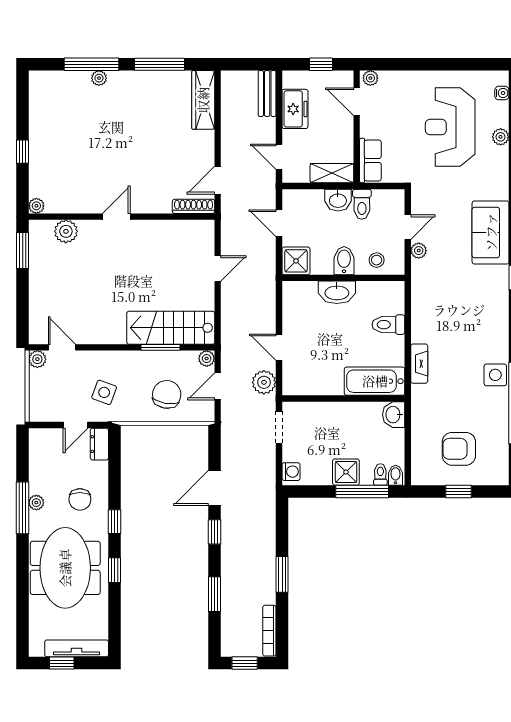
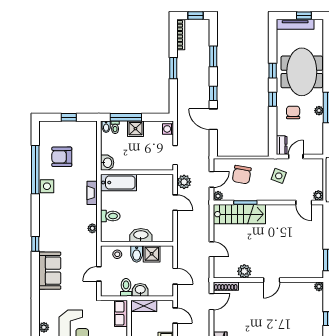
plant: (66, 231) -> (244, 271), moved
plant: (419, 251) -> (92, 228), moved
shower: (296, 261) -> (152, 254), moved
door: (218, 269) -> (211, 249), swing flipped
armchair: (459, 449) -> (62, 157), moved, turned 180
door: (215, 488) -> (213, 119), swing flipped

